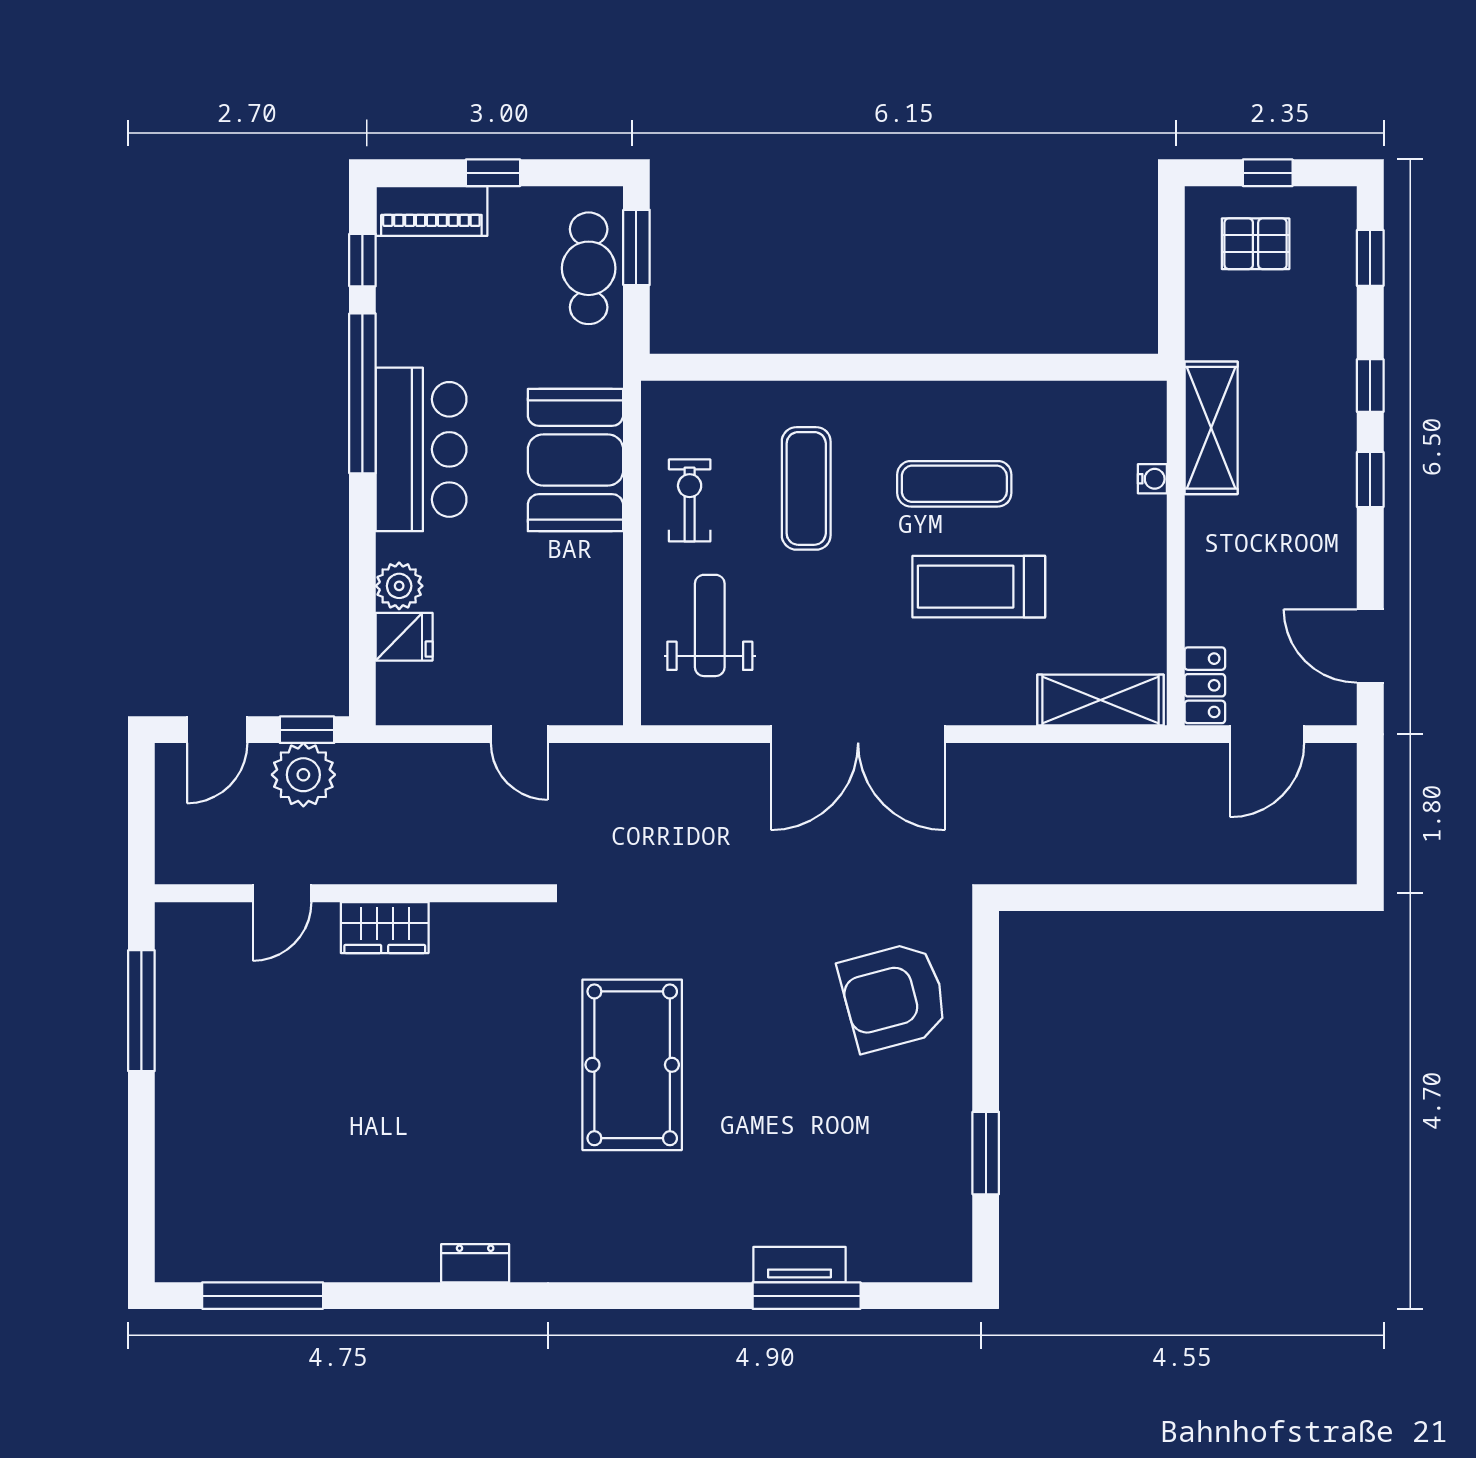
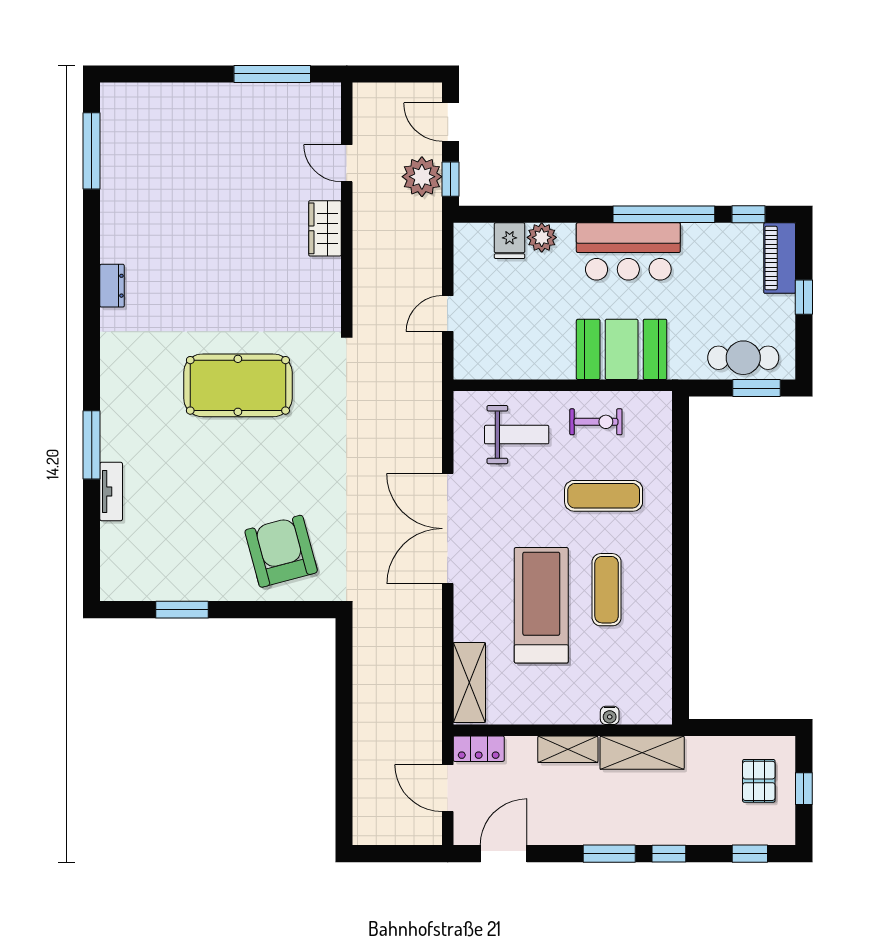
window: (1370, 479) -> (609, 854), width x1.50
shelving: (1206, 545) -> (568, 749), added
treadmill: (979, 587) -> (541, 605), width x1.37, depth x1.38
window: (807, 1296) -> (92, 445), moved

